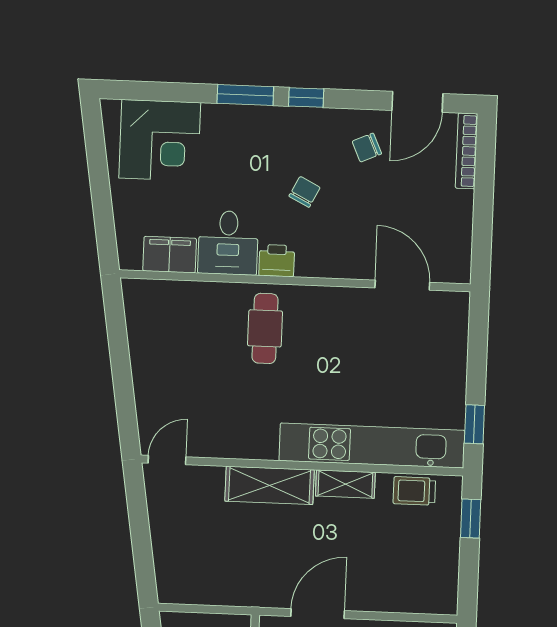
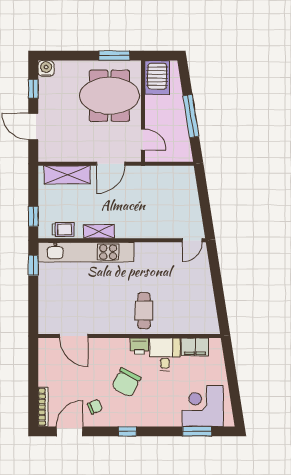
window: (245, 95) -> (197, 431), moved
chair: (305, 192) -> (126, 382), width x1.87, depth x1.87
shelving: (270, 485) -> (67, 175), moved

